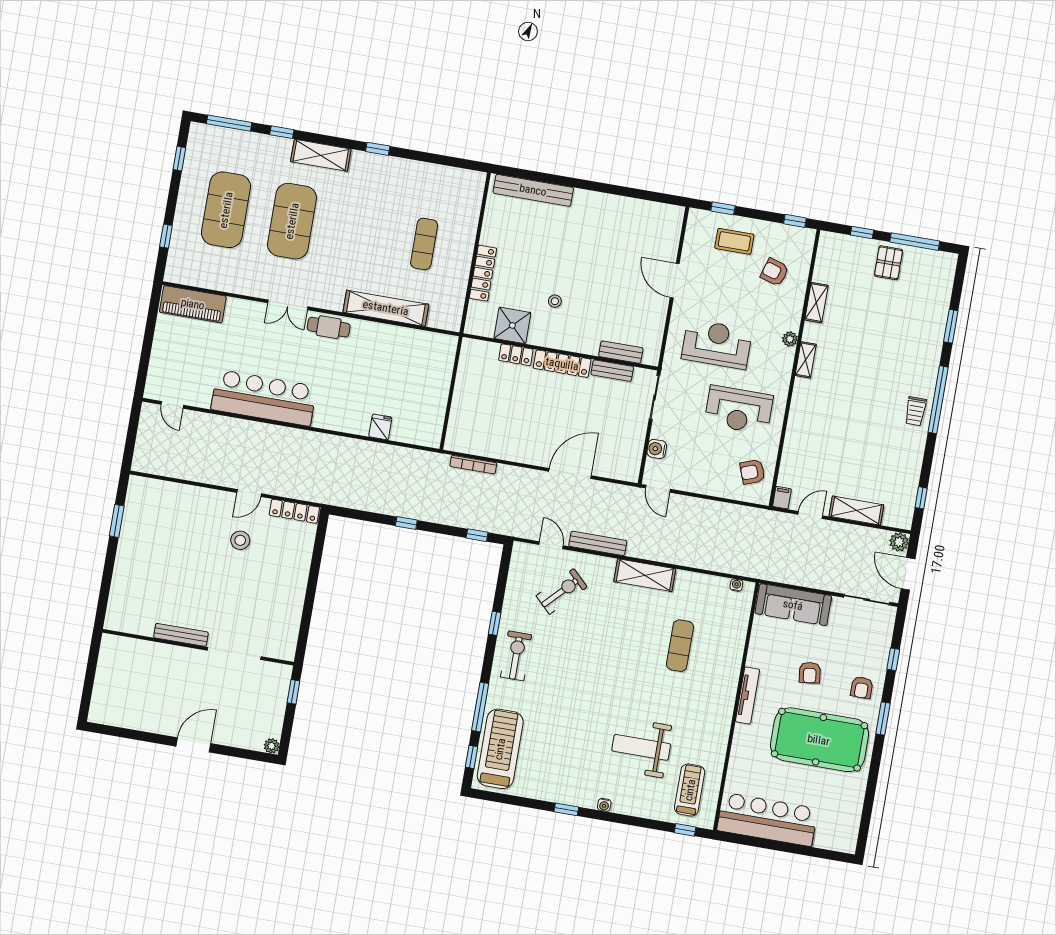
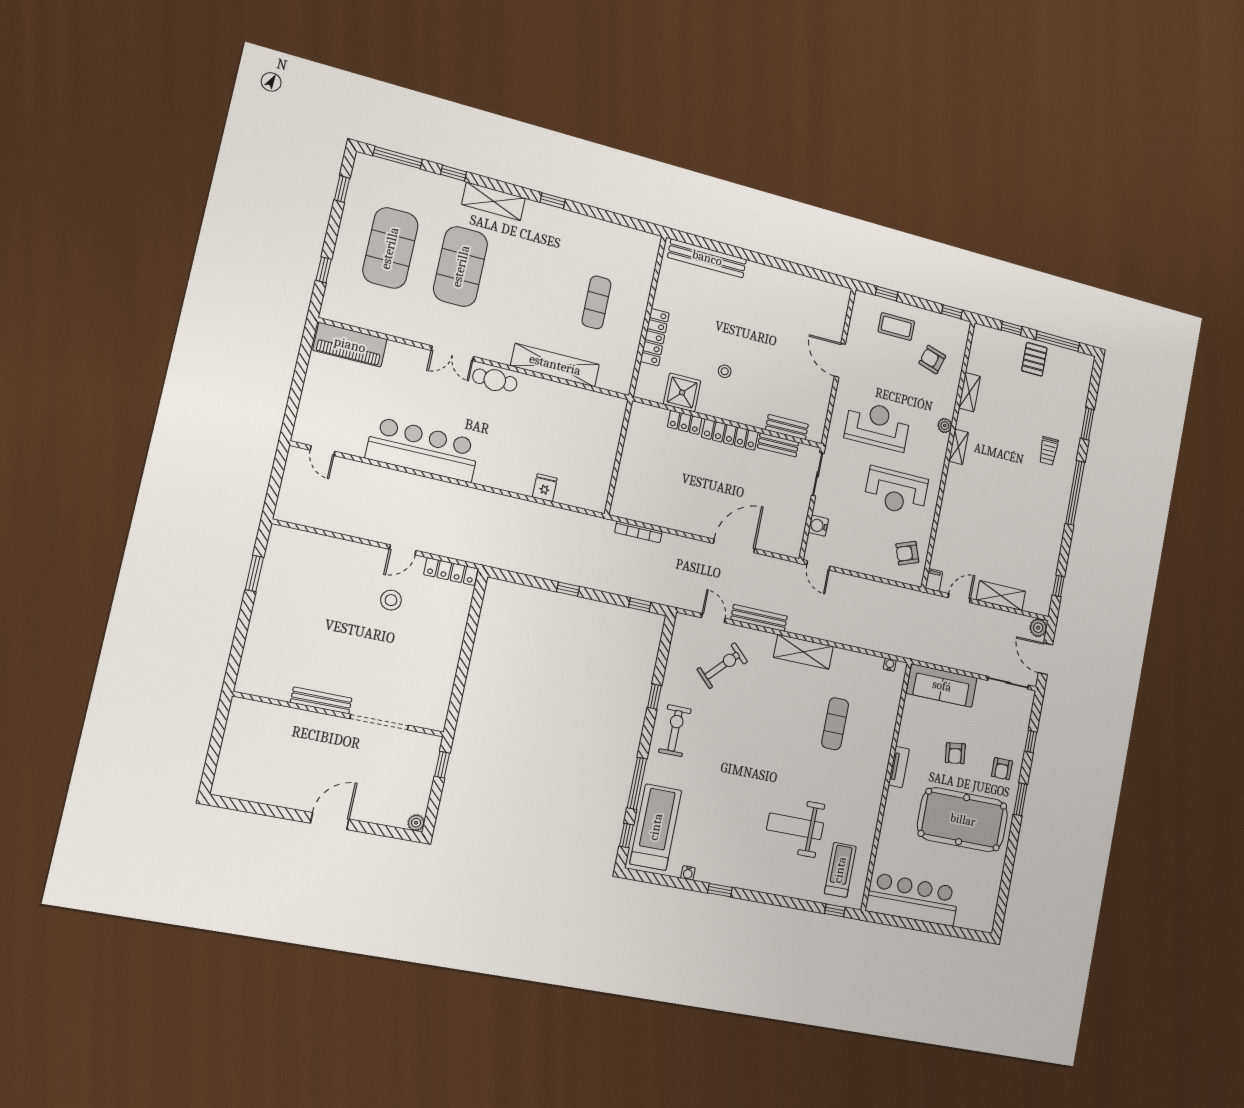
trolley: (916, 411) -> (1048, 451), moved
tv unit: (748, 695) -> (899, 767), width x0.71
water cooler: (604, 805) -> (688, 873), moved

